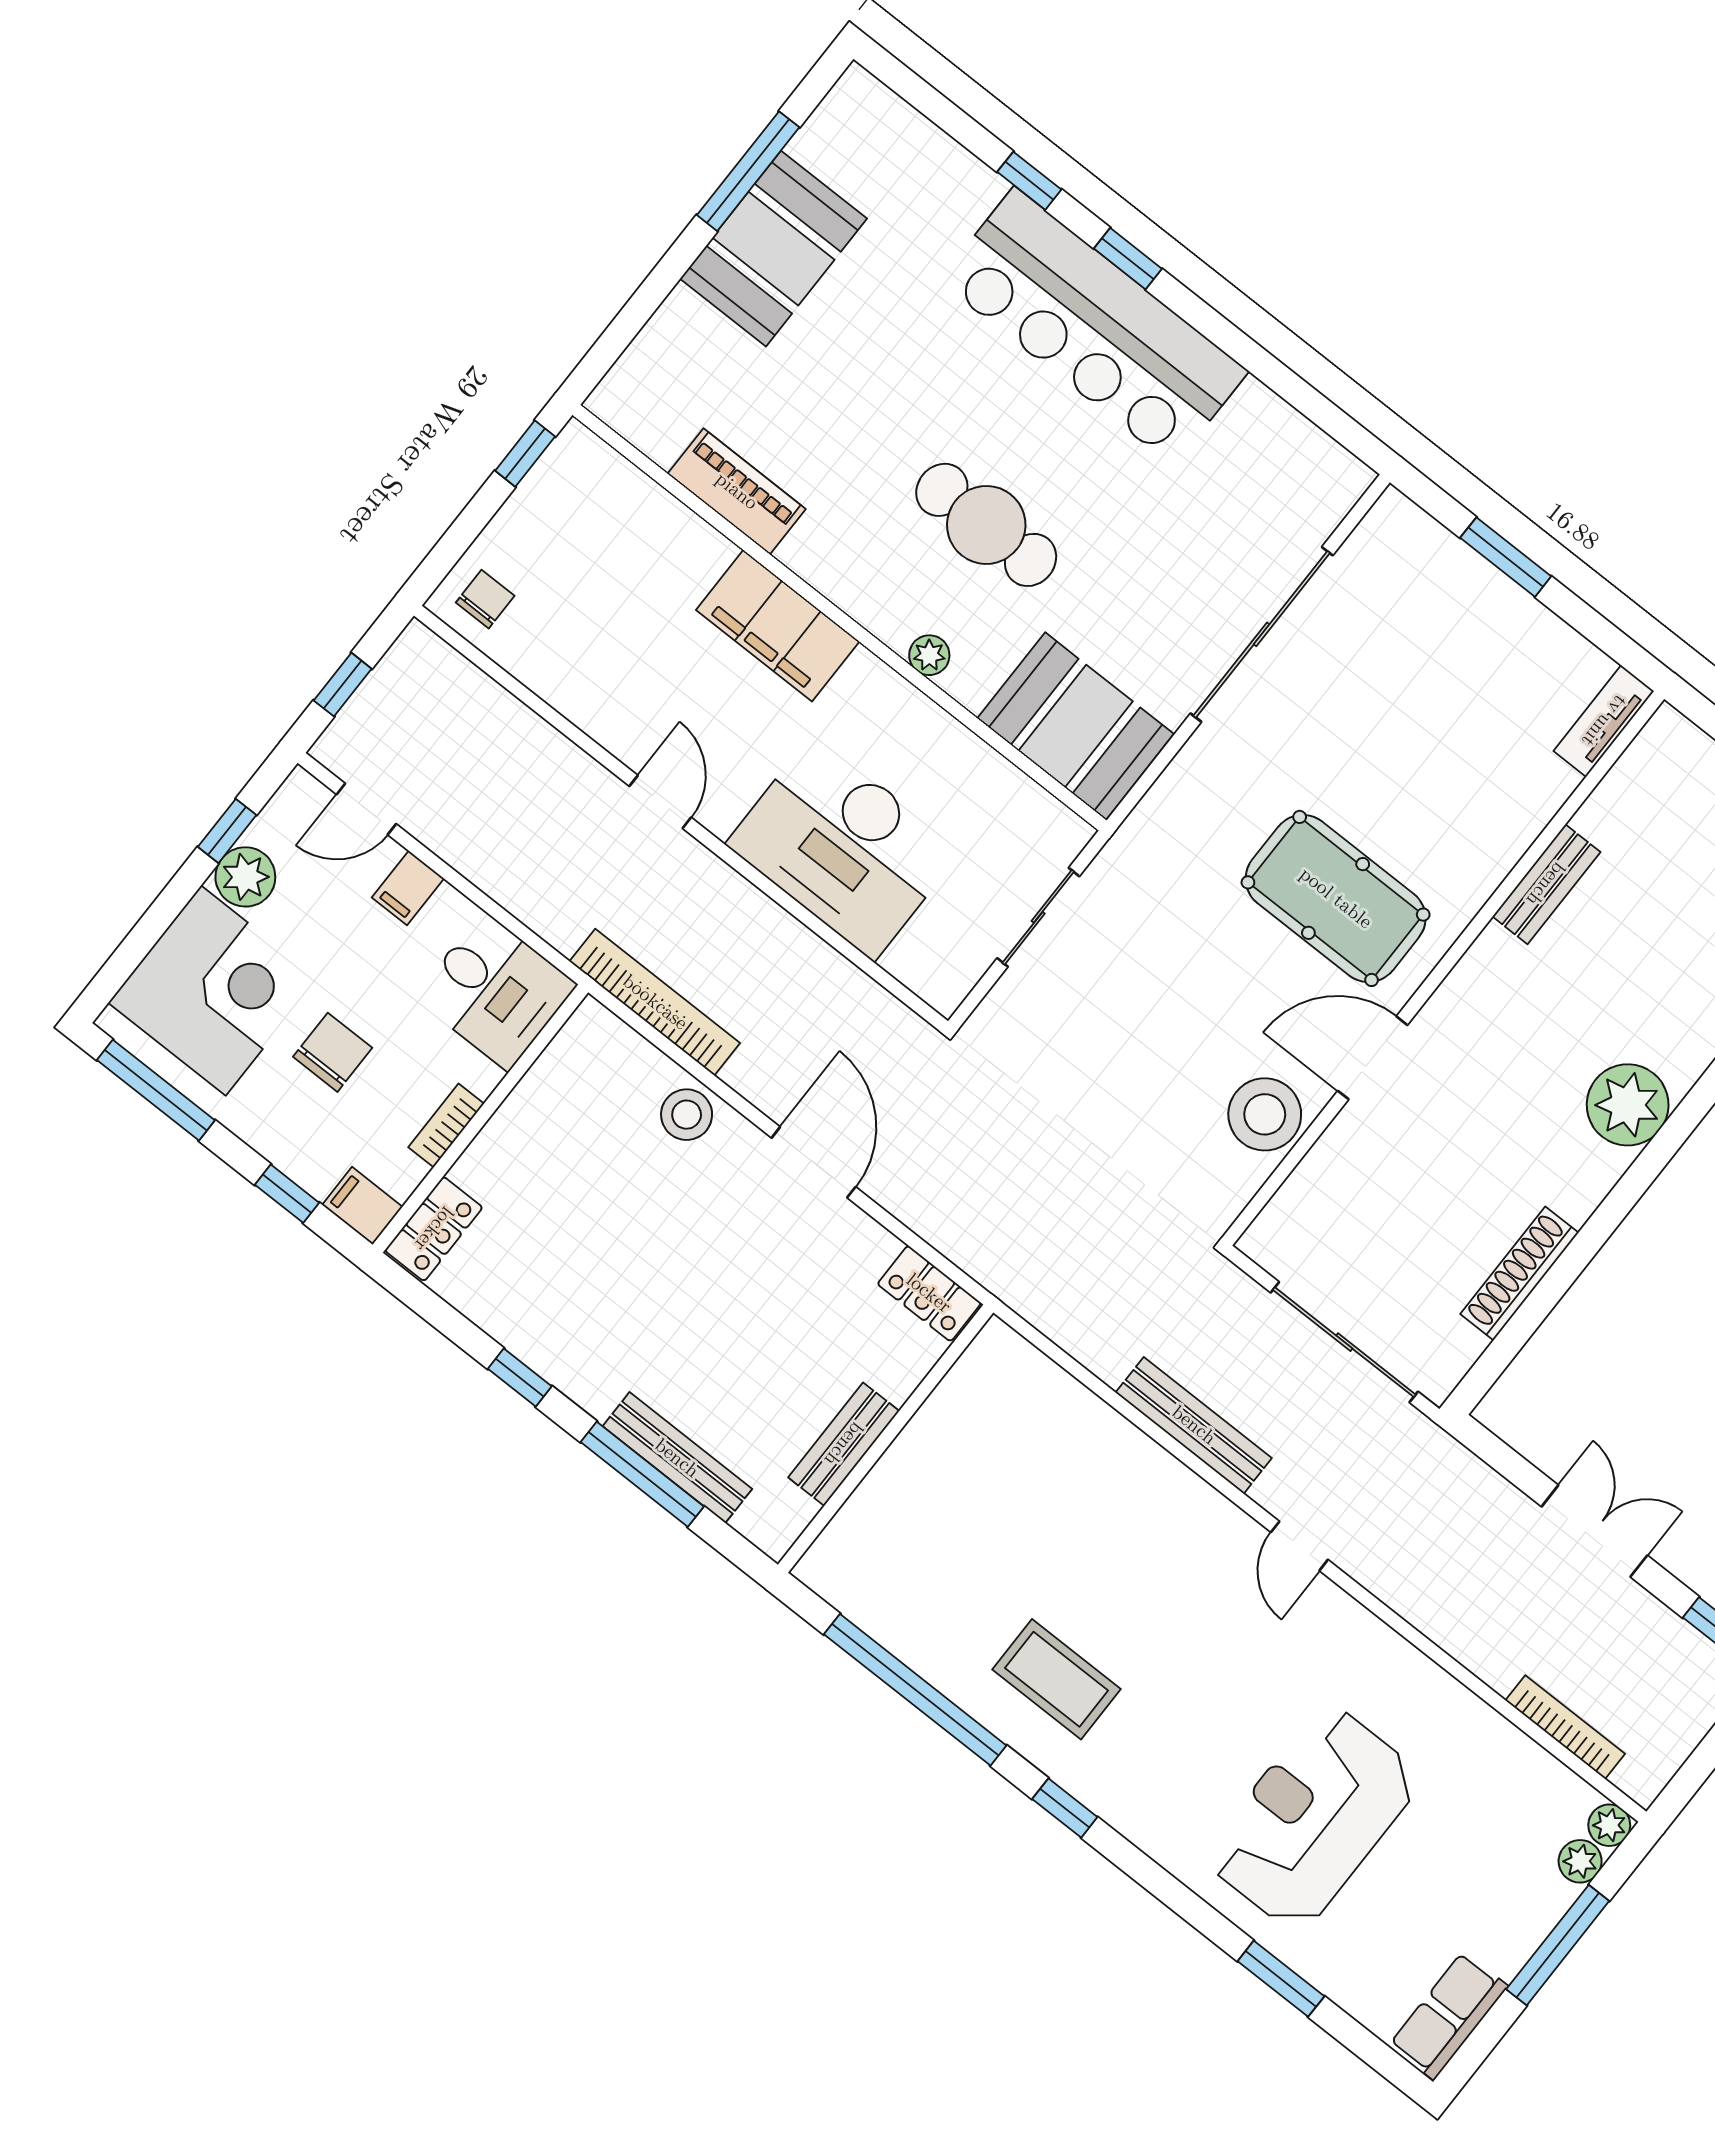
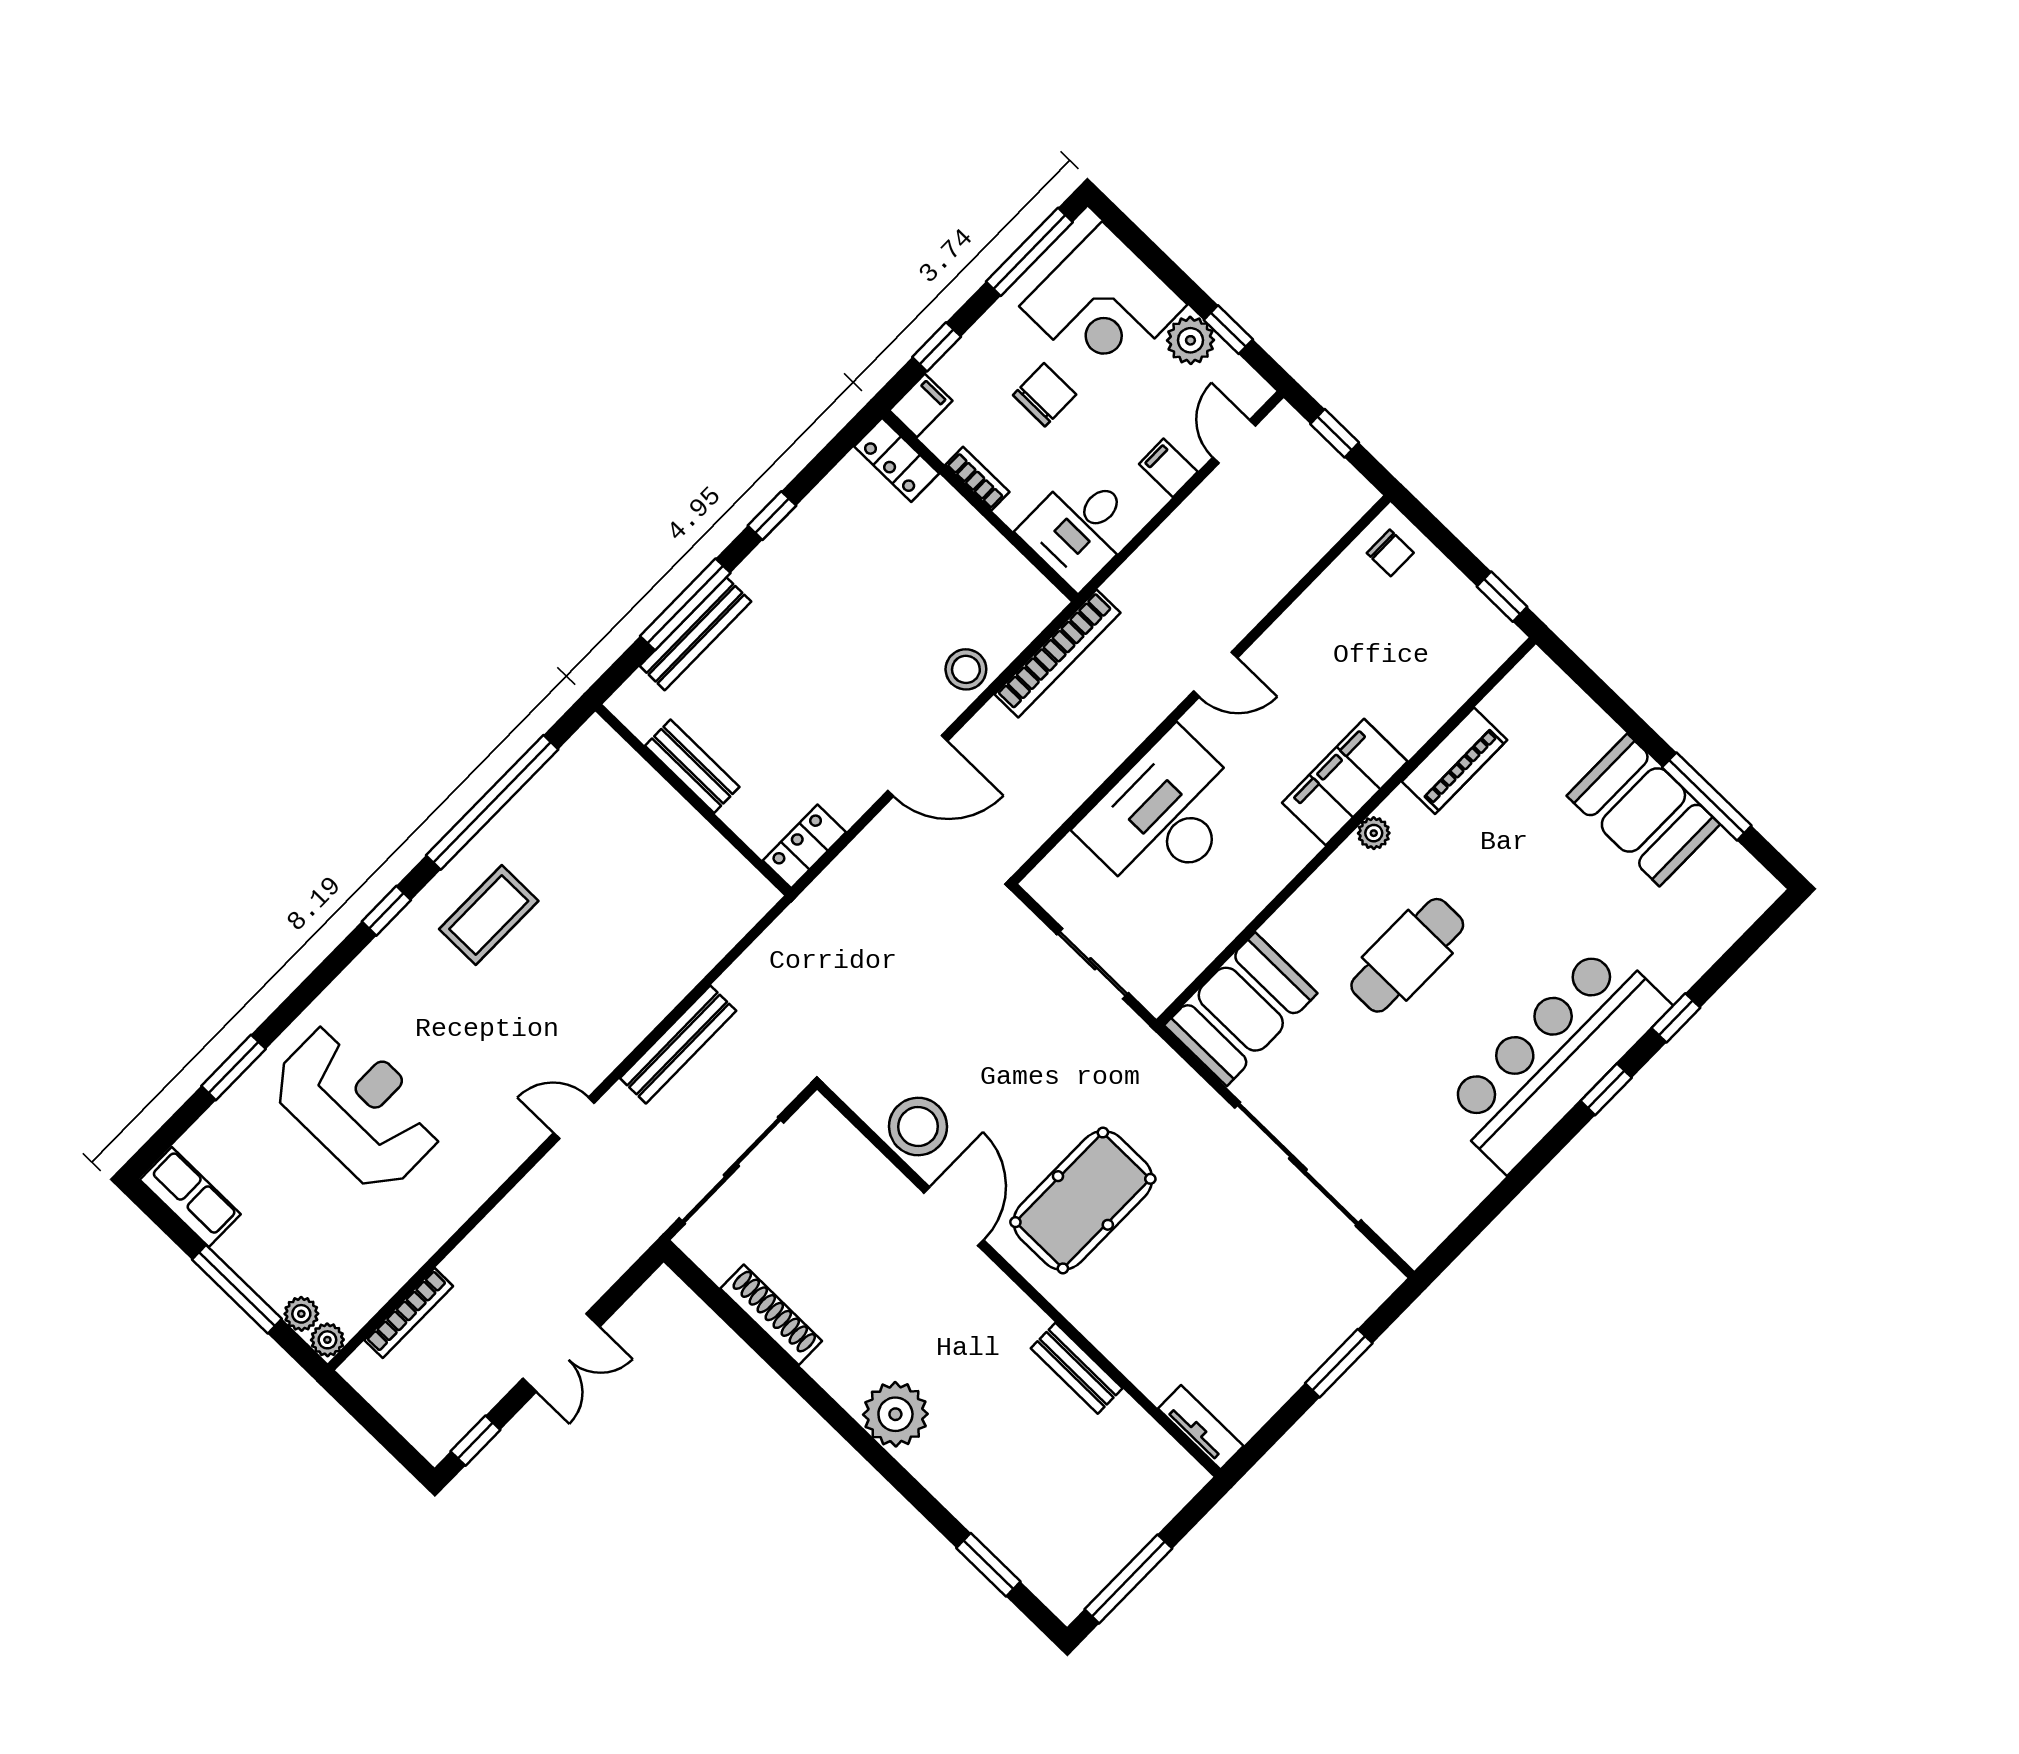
plant: (929, 655) -> (1374, 833), moved
chair: (333, 1052) -> (1045, 395), turned -90

